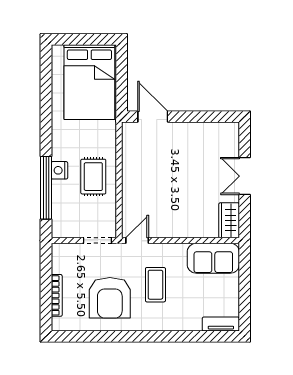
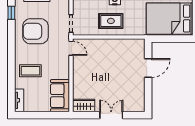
door: (153, 117) -> (148, 68), moved
coffee table: (155, 285) -> (30, 71), moved
window: (80, 336) -> (11, 13), added

